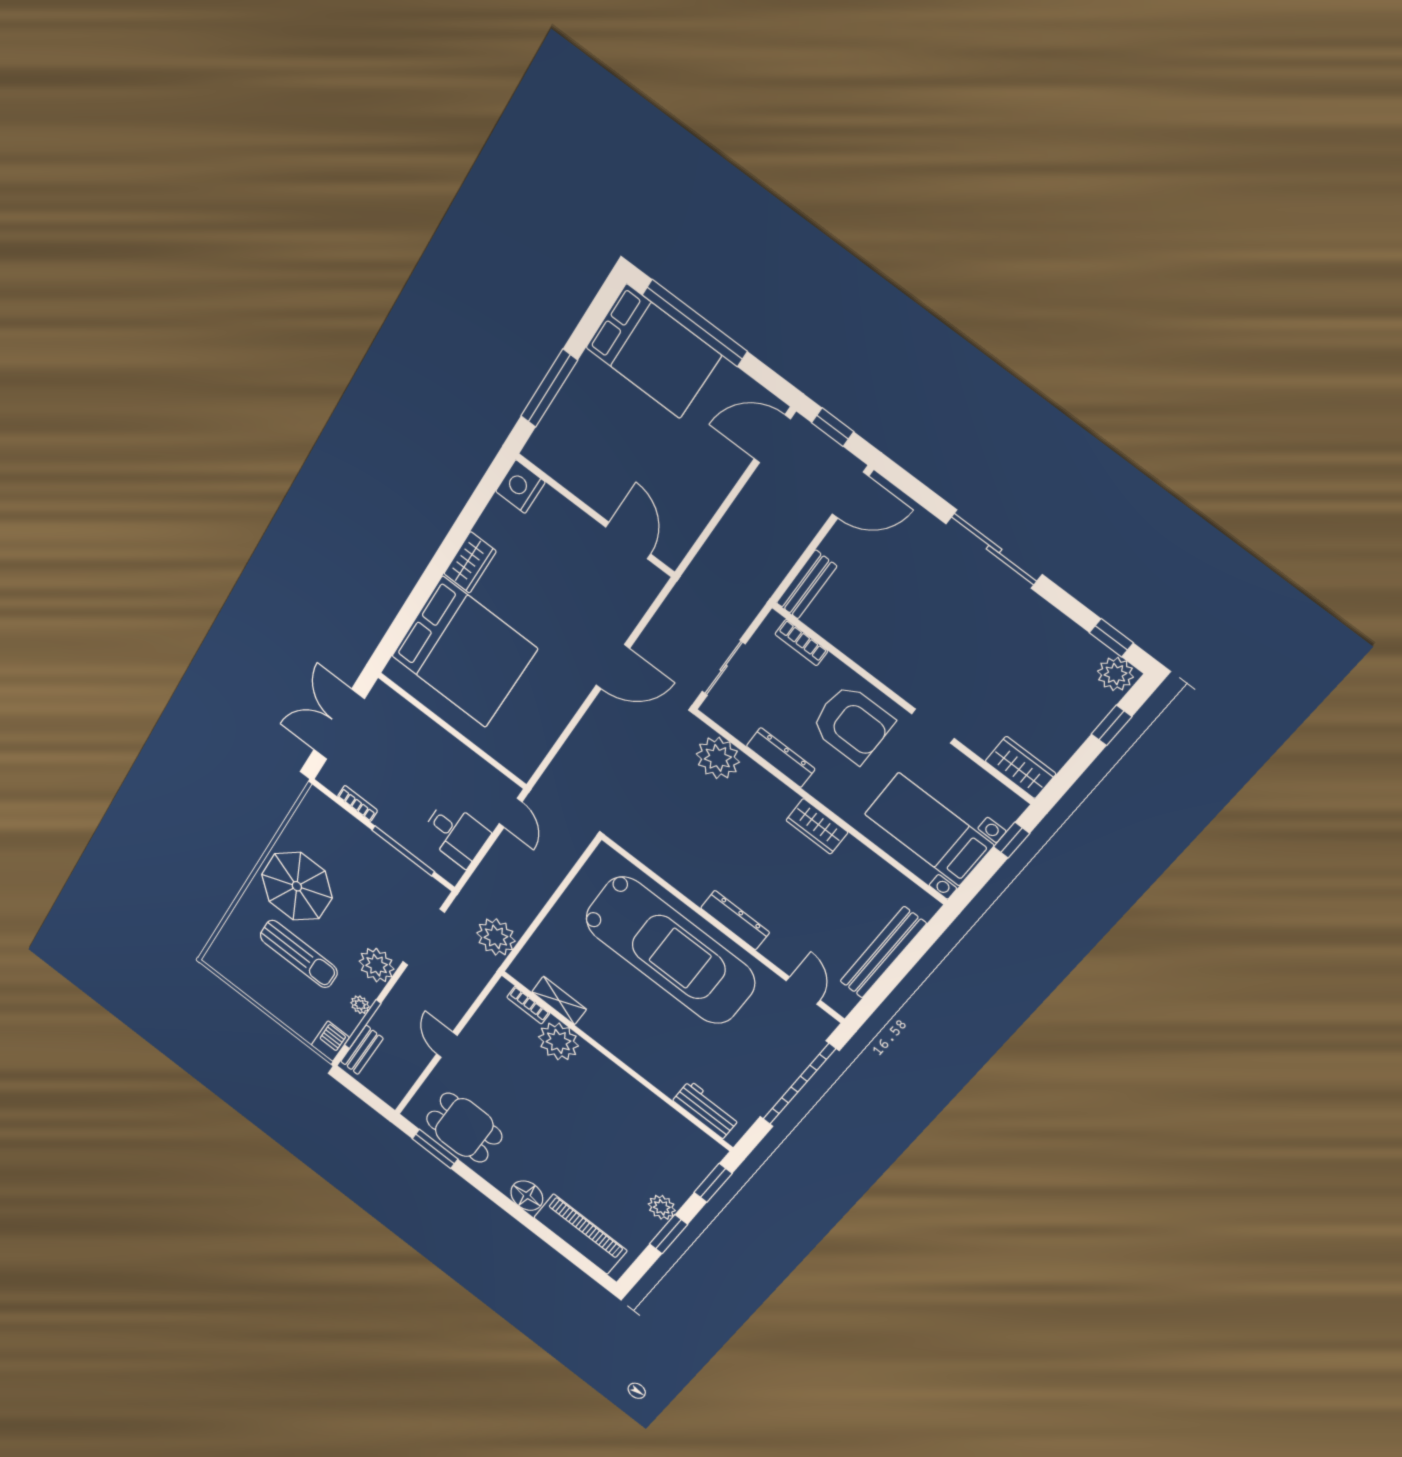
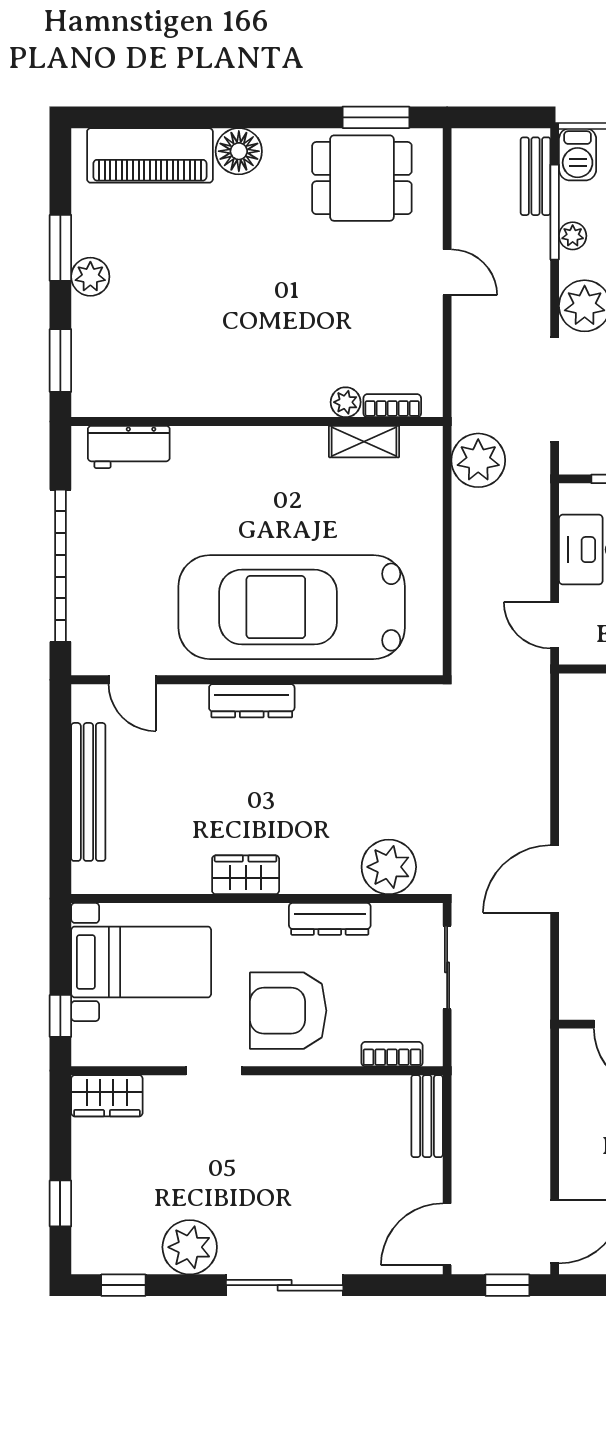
plant: (1115, 674) -> (190, 1247), moved, width x1.36, depth x1.36
plant: (558, 1041) -> (346, 402), width x0.53, depth x0.53

